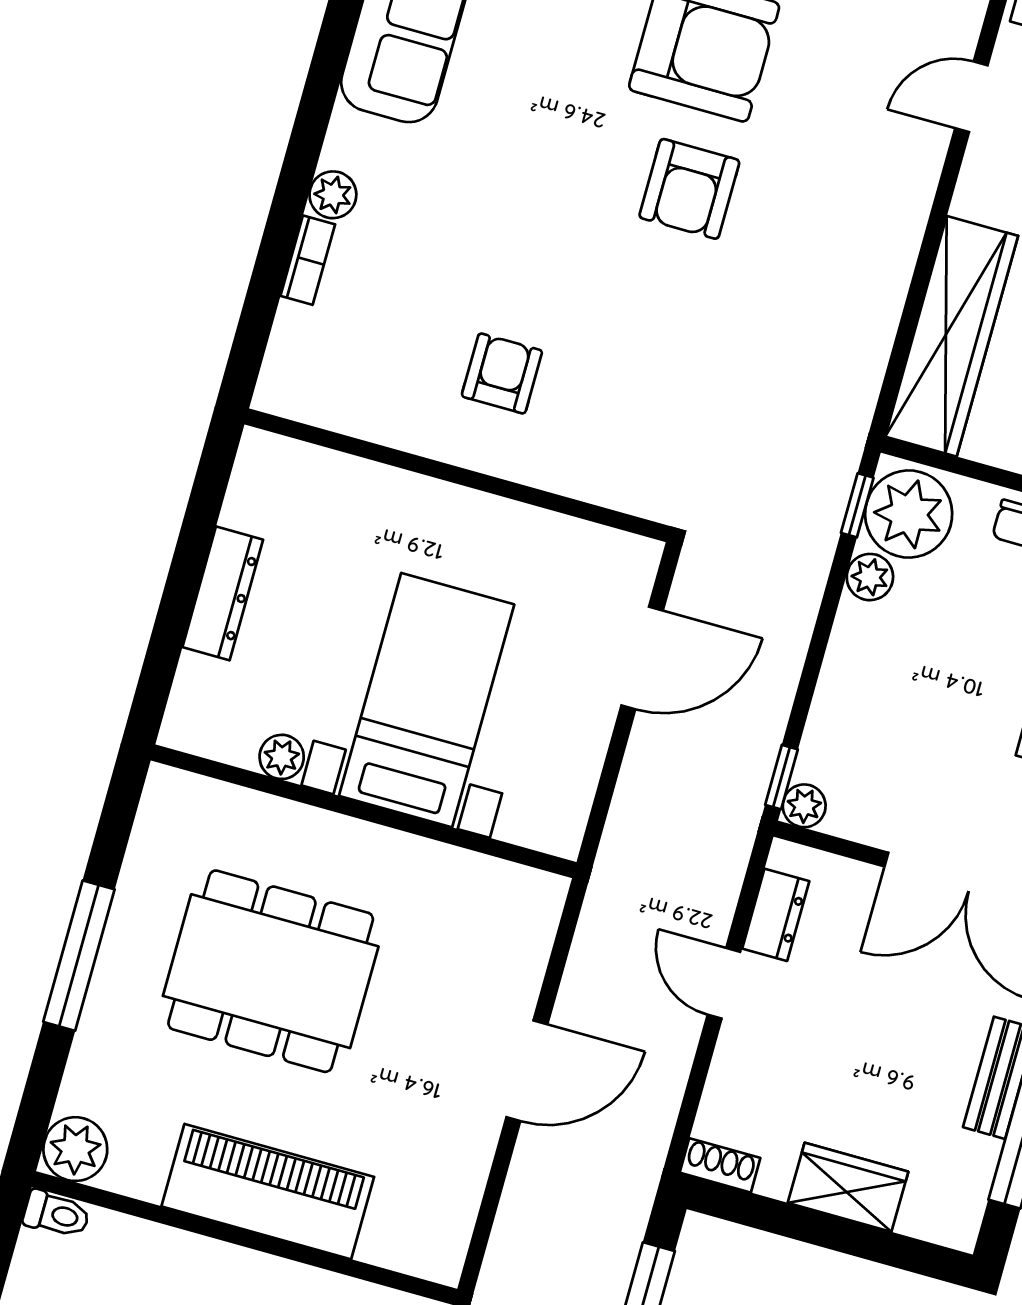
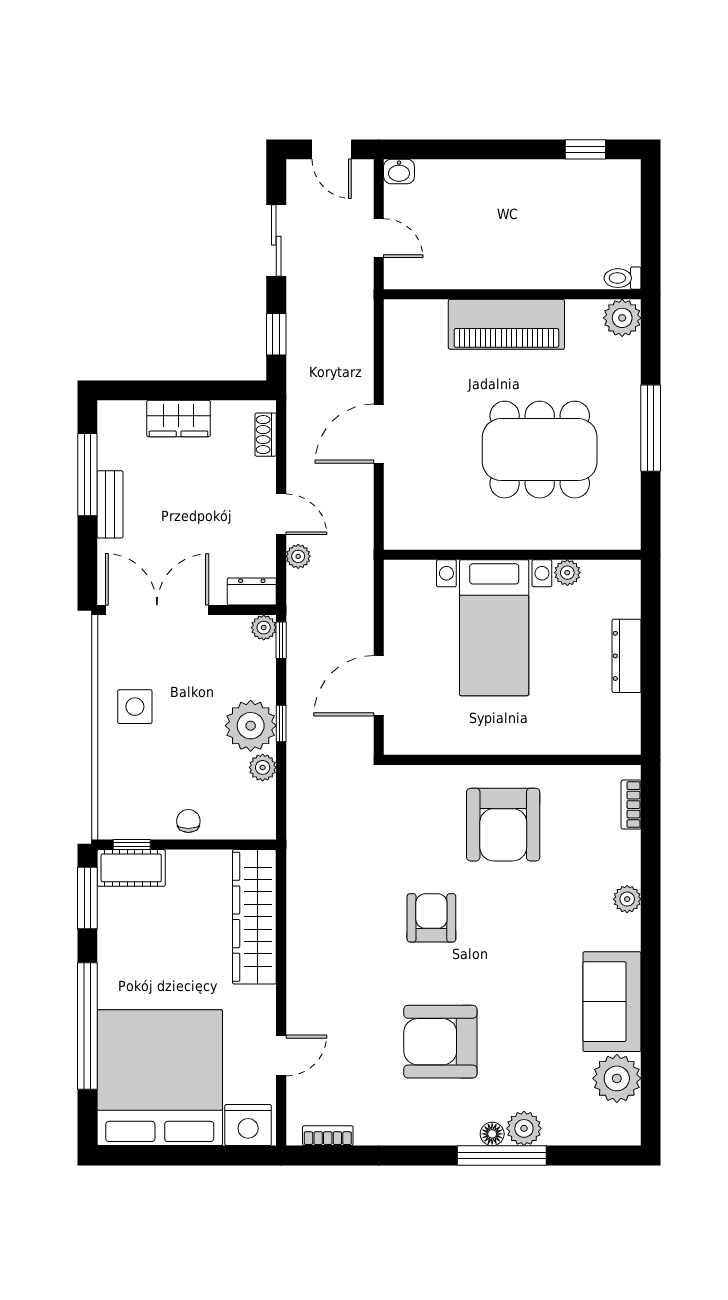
armchair: (689, 189) -> (431, 918), moved
bookcase: (308, 260) -> (631, 805), moved
armchair: (502, 373) -> (503, 825), width x1.88, depth x1.88
window: (857, 505) -> (281, 723), moved
plant: (909, 514) -> (251, 726), moved
plant: (715, 907) -> (298, 556), added
dresser: (776, 915) -> (252, 591), moved, turned 90
shoe rack: (720, 1165) -> (266, 435), moved, turned 90

